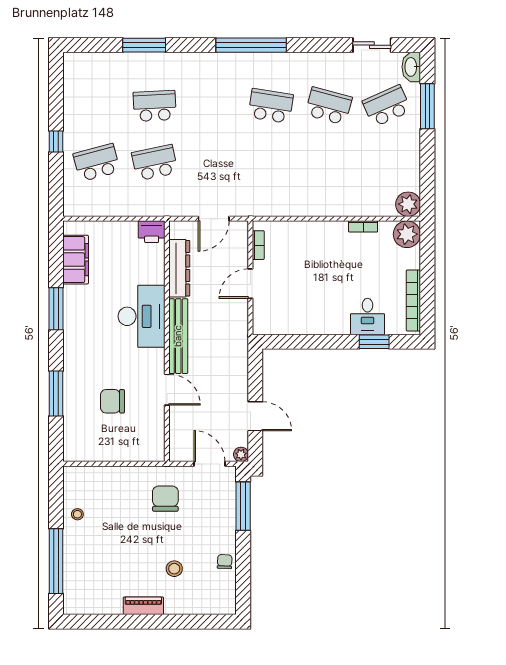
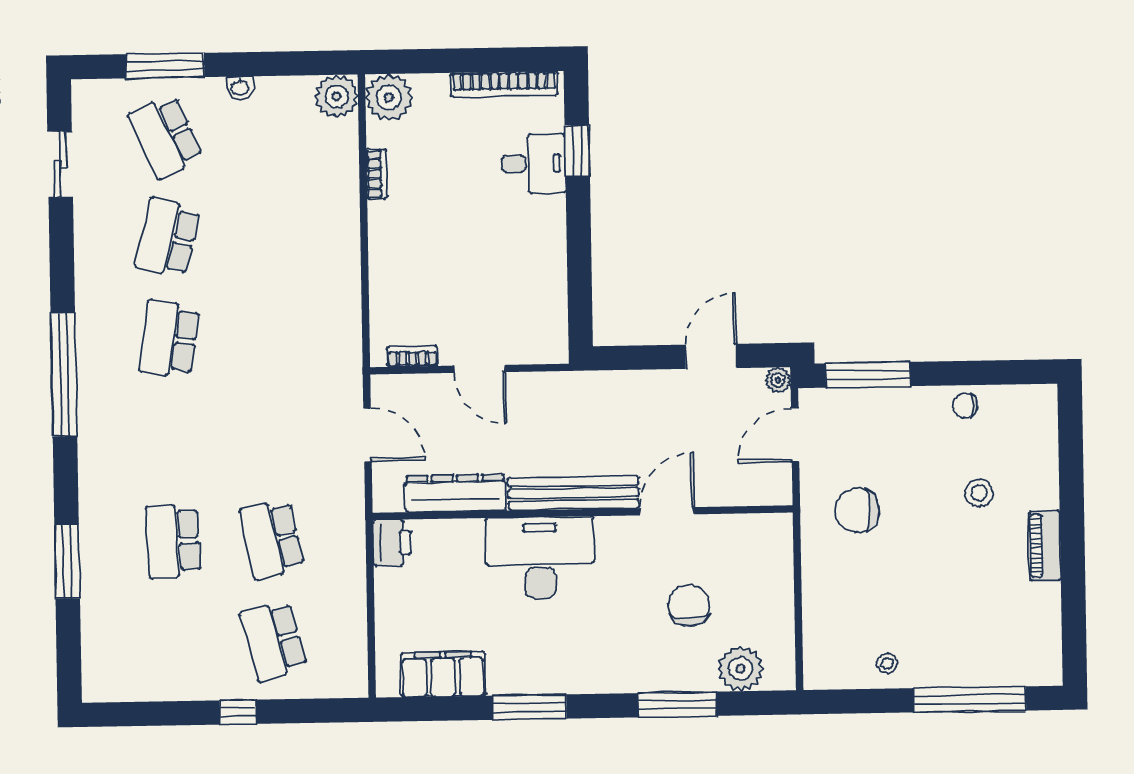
washbasin: (411, 67) -> (240, 87), moved, width x0.52, depth x0.69
chair: (112, 401) -> (689, 606), turned 180
plant: (76, 430) -> (741, 669), added

